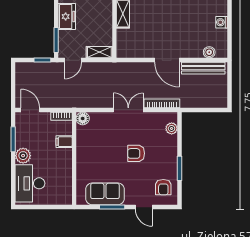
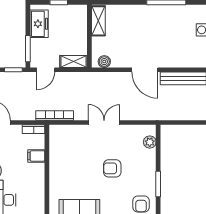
boiler: (209, 52) -> (104, 62), moved
bookcase: (162, 103) -> (55, 115), moved
floor lamp: (83, 118) -> (56, 131), removed

